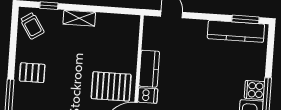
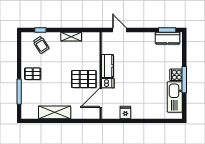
shelving: (79, 18) -> (71, 37), moved
trolley: (32, 26) -> (41, 45), moved
kitchen counter: (236, 31) -> (168, 38), width x0.67

